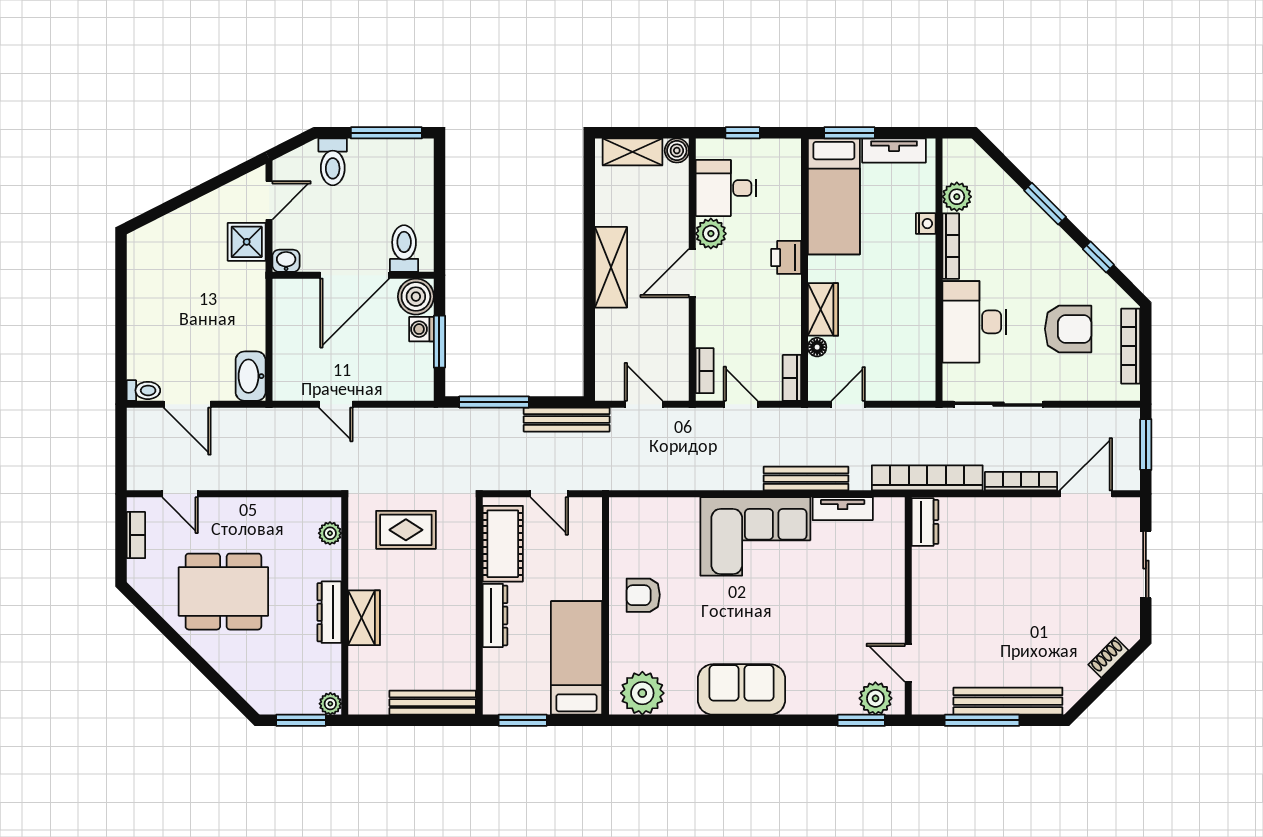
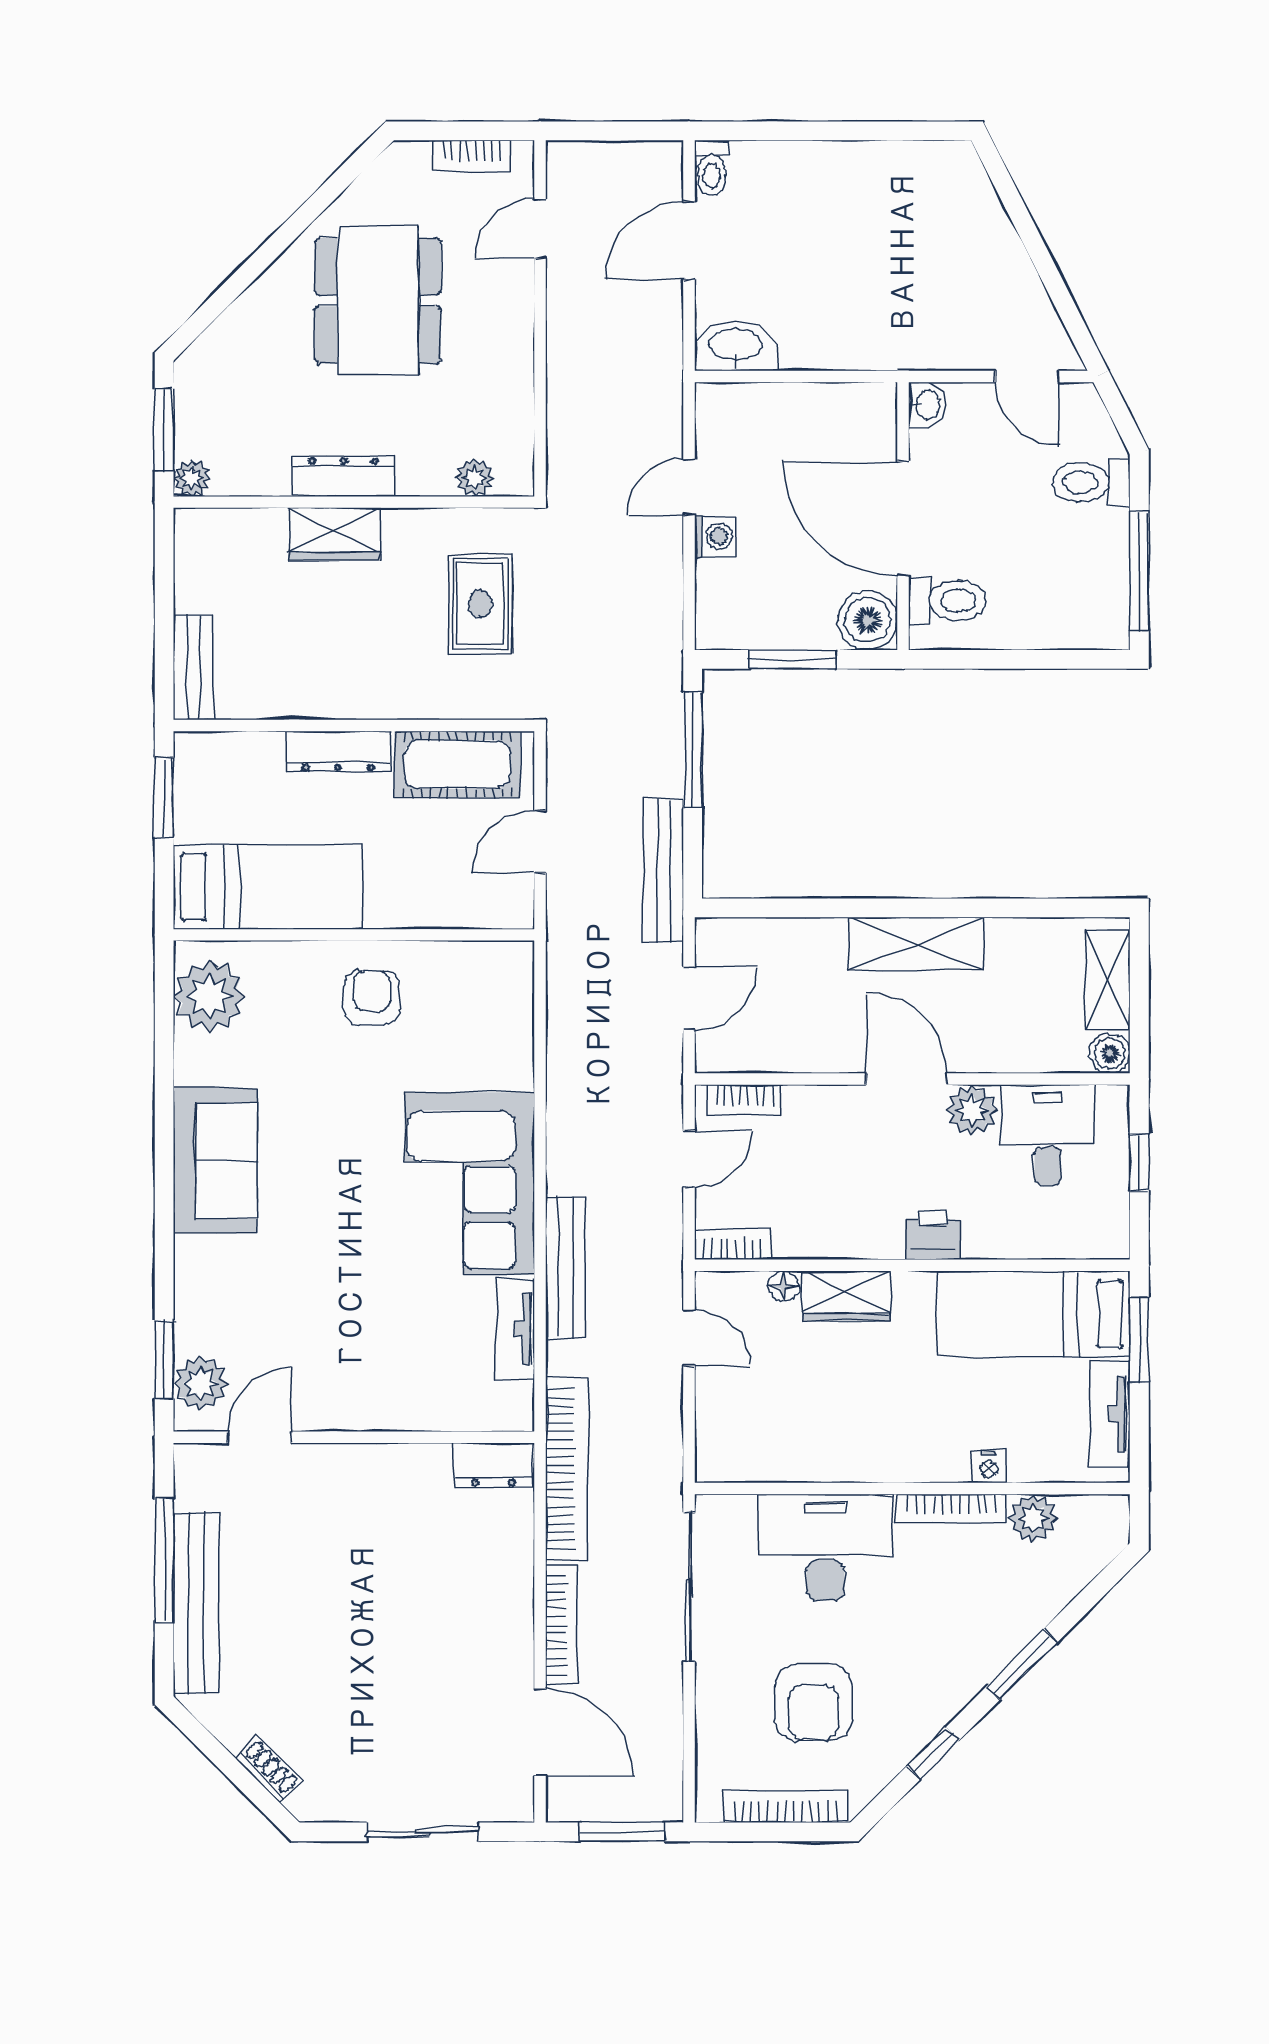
shower: (247, 242) -> (958, 339), removed
washing machine: (421, 329) -> (715, 536), moved, turned 90
bench: (433, 703) -> (193, 667), width x0.73

